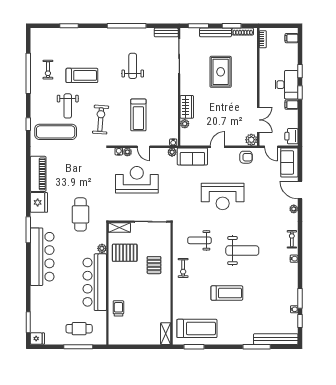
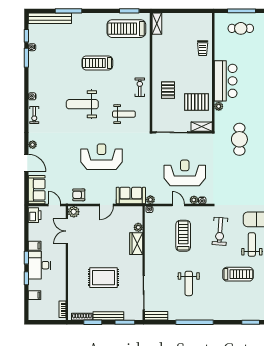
filing cabinet: (292, 38) -> (35, 295), moved
rug: (221, 72) -> (103, 278), turned 90
treadmill: (82, 75) -> (238, 274), turned 180
reception desk: (137, 180) -> (185, 173), turned 180
bar counter: (95, 282) -> (226, 81), width x0.73

